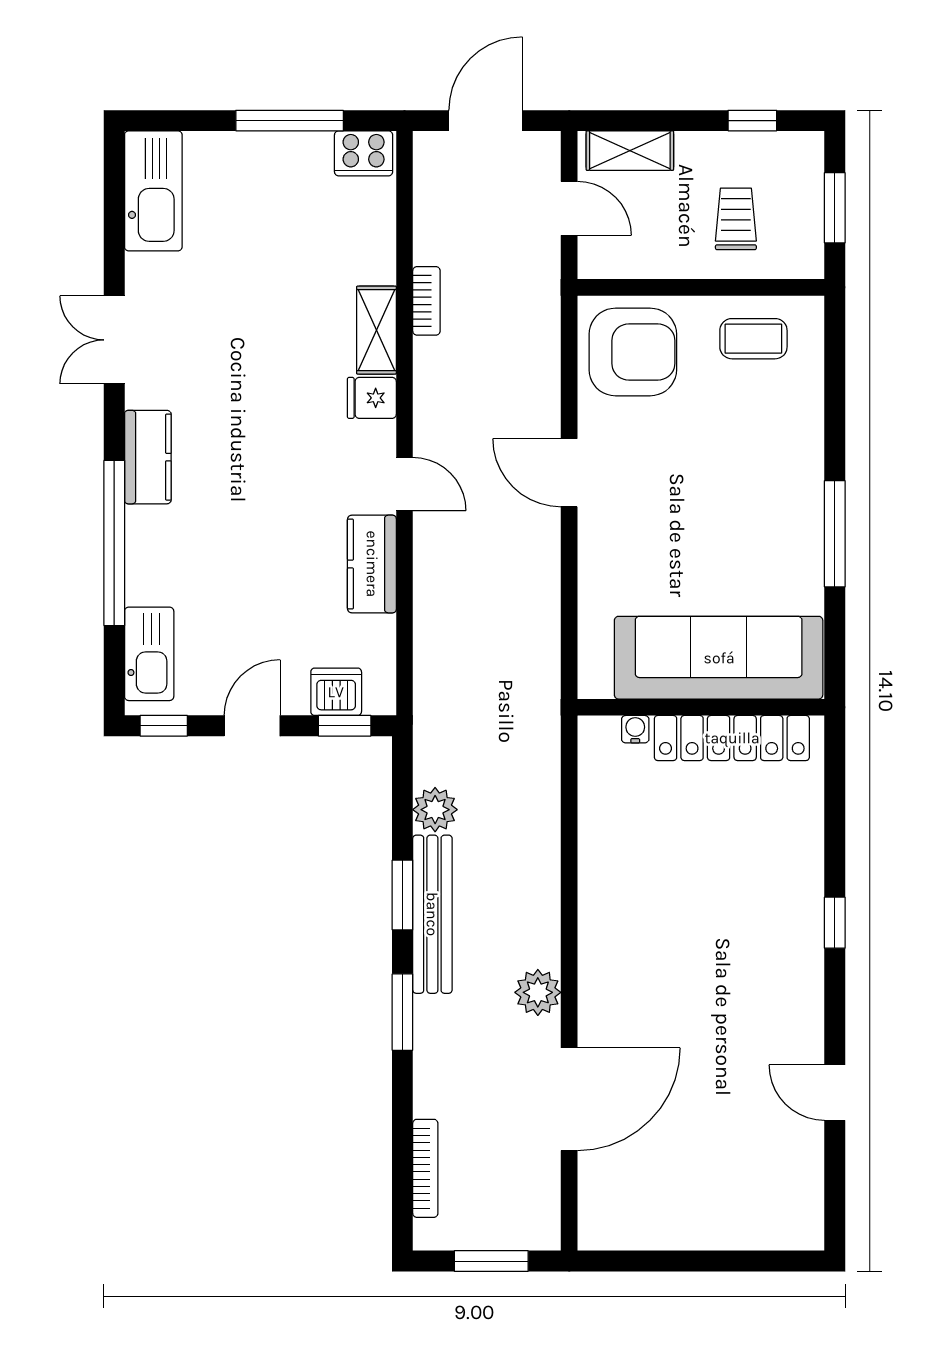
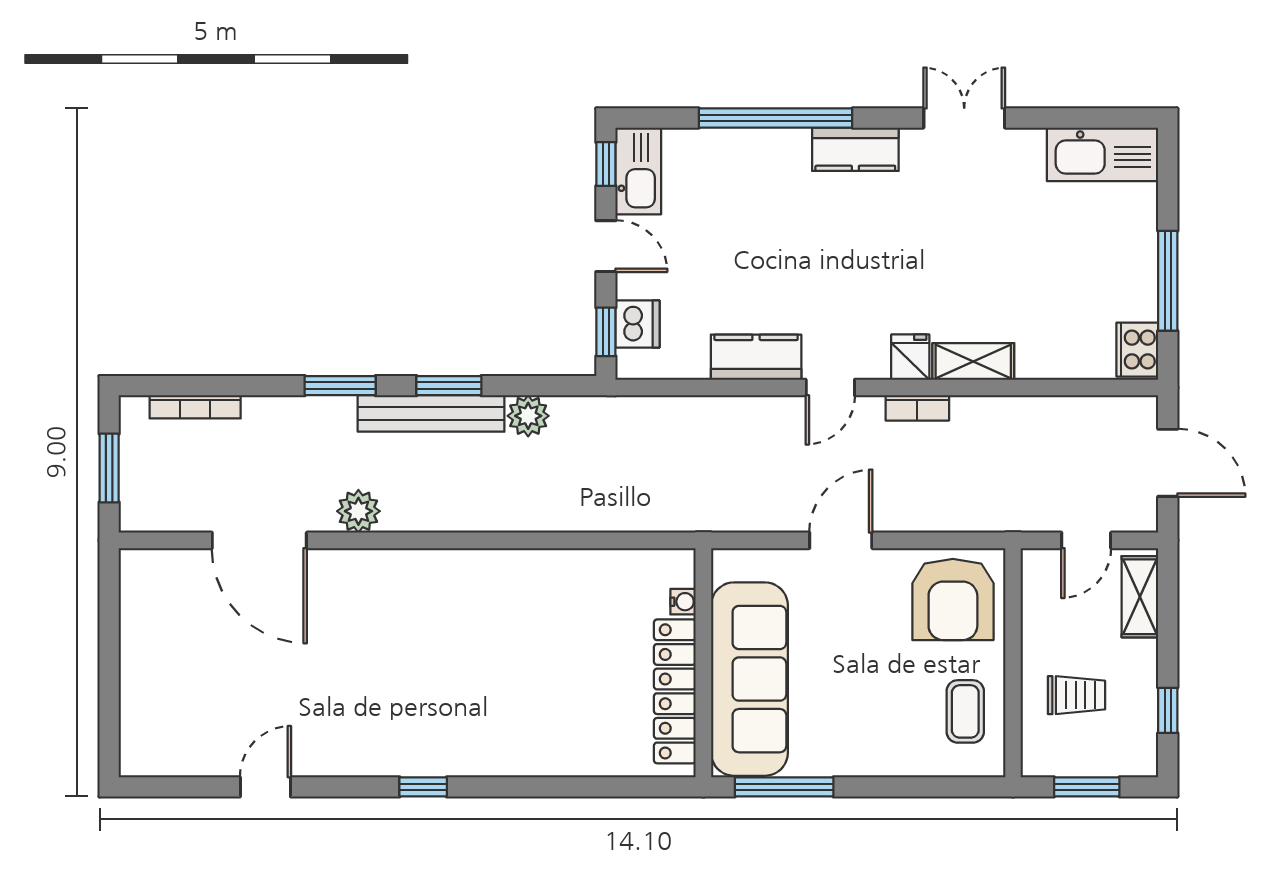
bookcase: (426, 301) -> (917, 408), moved
kitchen sink: (149, 654) -> (638, 171), moved, turned -90
sofa: (719, 658) -> (749, 679), moved
wall: (701, 707) -> (703, 663), moved
water cooler: (635, 729) -> (683, 602), moved
locker: (732, 738) -> (675, 691), moved

